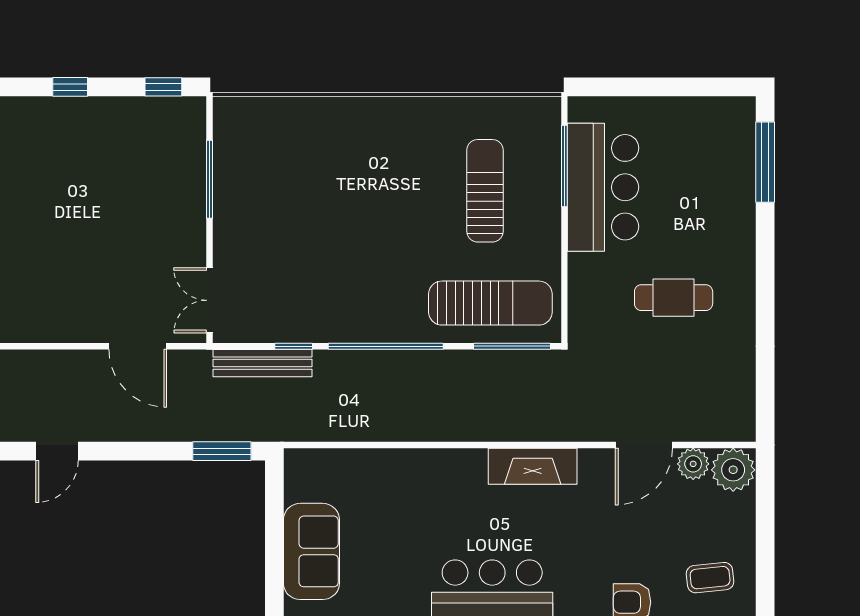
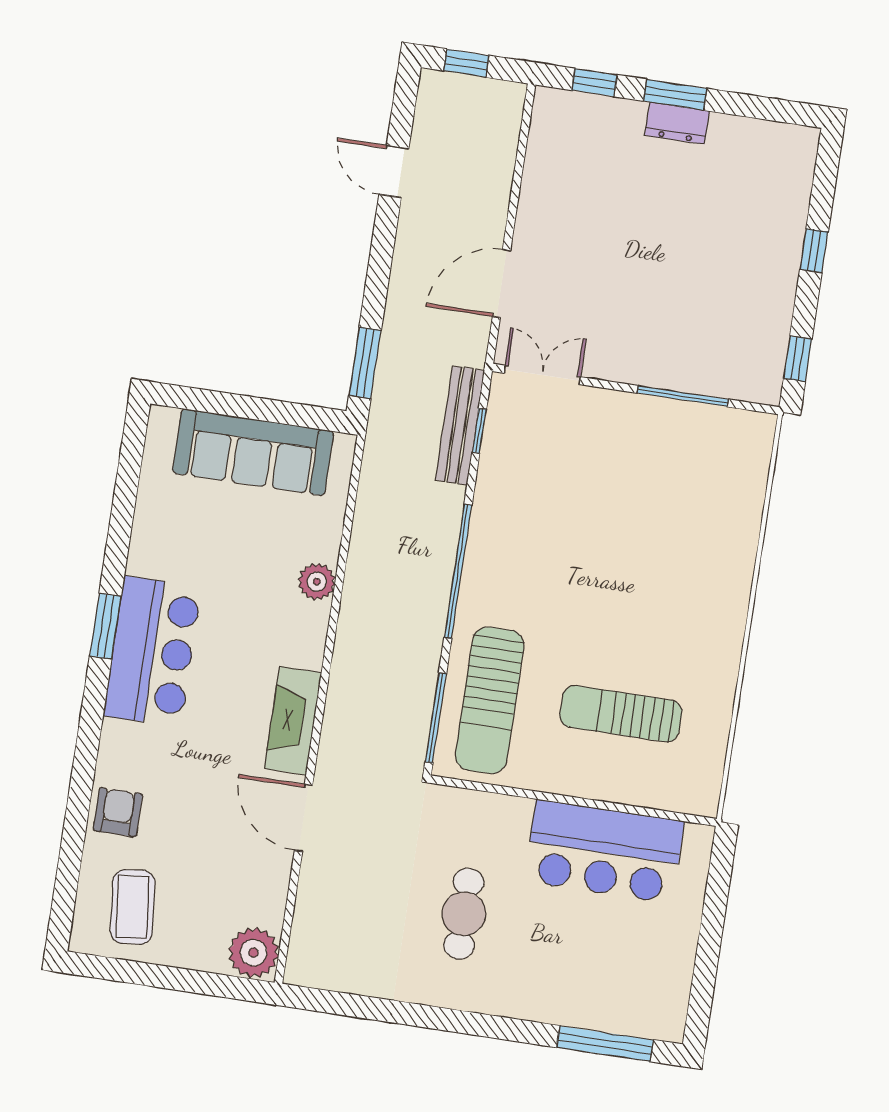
window: (564, 166) -> (636, 810), removed
sun lounger: (485, 191) -> (621, 714), turned 180
window: (294, 346) -> (479, 431), moved
door: (644, 445) -> (303, 818), moved
plant: (693, 464) -> (317, 582), moved
sofa: (311, 551) -> (253, 452), width x1.36
coffee table: (710, 578) -> (133, 907), width x1.36, depth x1.30

